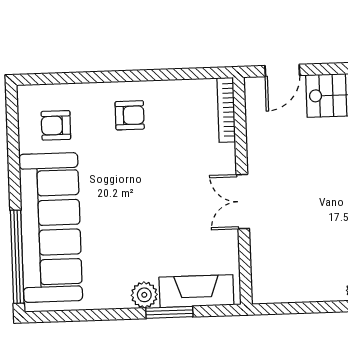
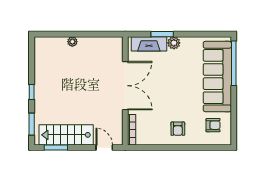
door: (282, 71) -> (104, 148), hinge flipped
armchair: (130, 115) -> (178, 129), turned -90
double door: (243, 202) -> (125, 86), width x1.87

